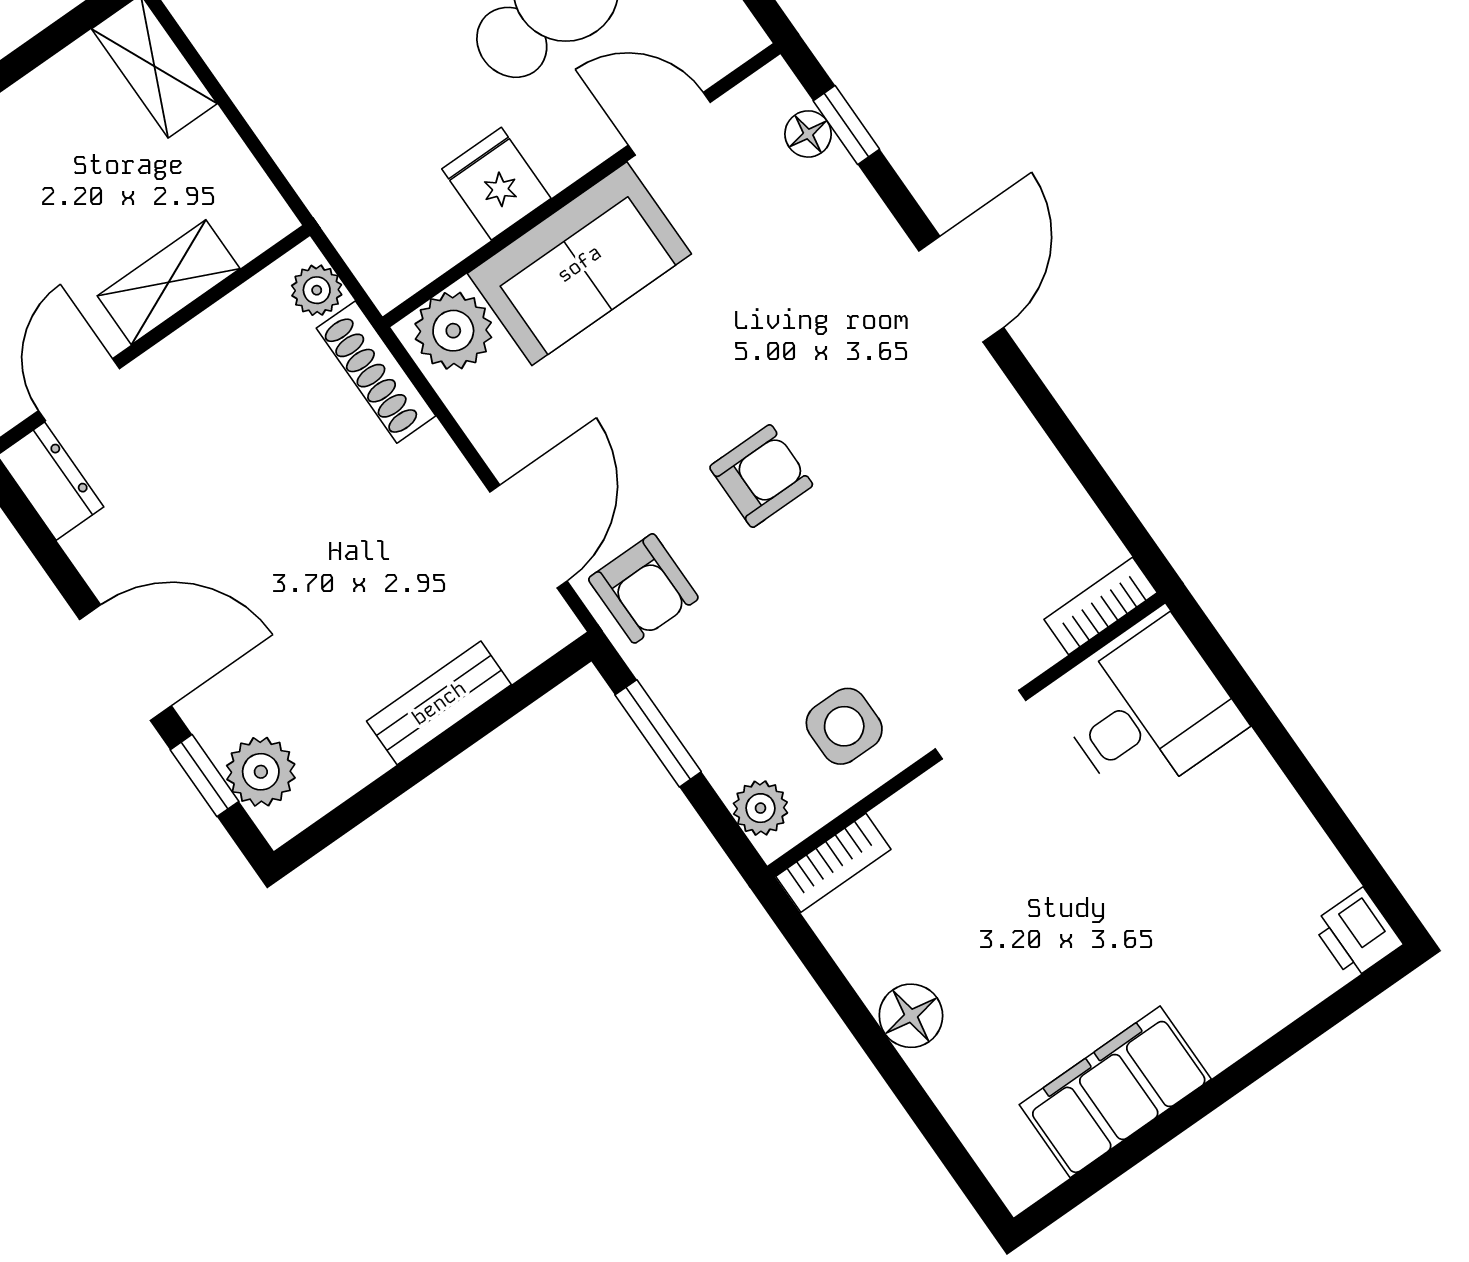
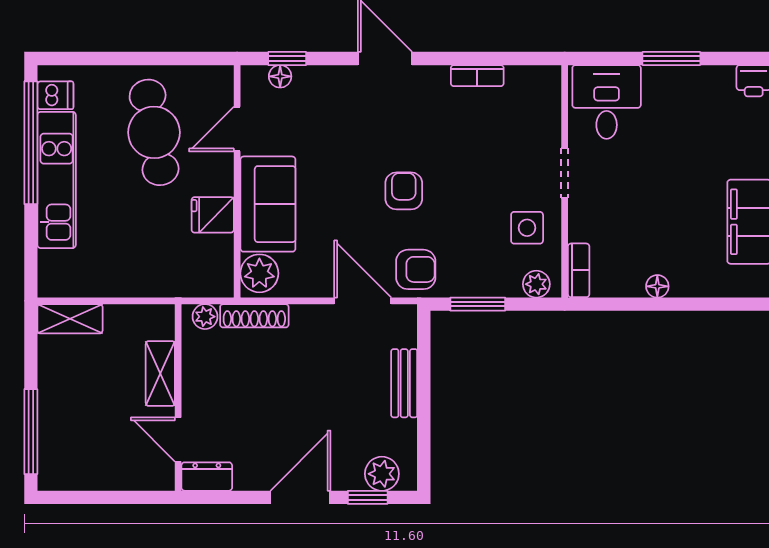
bookcase: (1101, 606) -> (477, 76), moved, turned -90
window: (1298, 770) -> (671, 59), added
floor lamp: (911, 1016) -> (657, 286), width x0.73, depth x0.73

